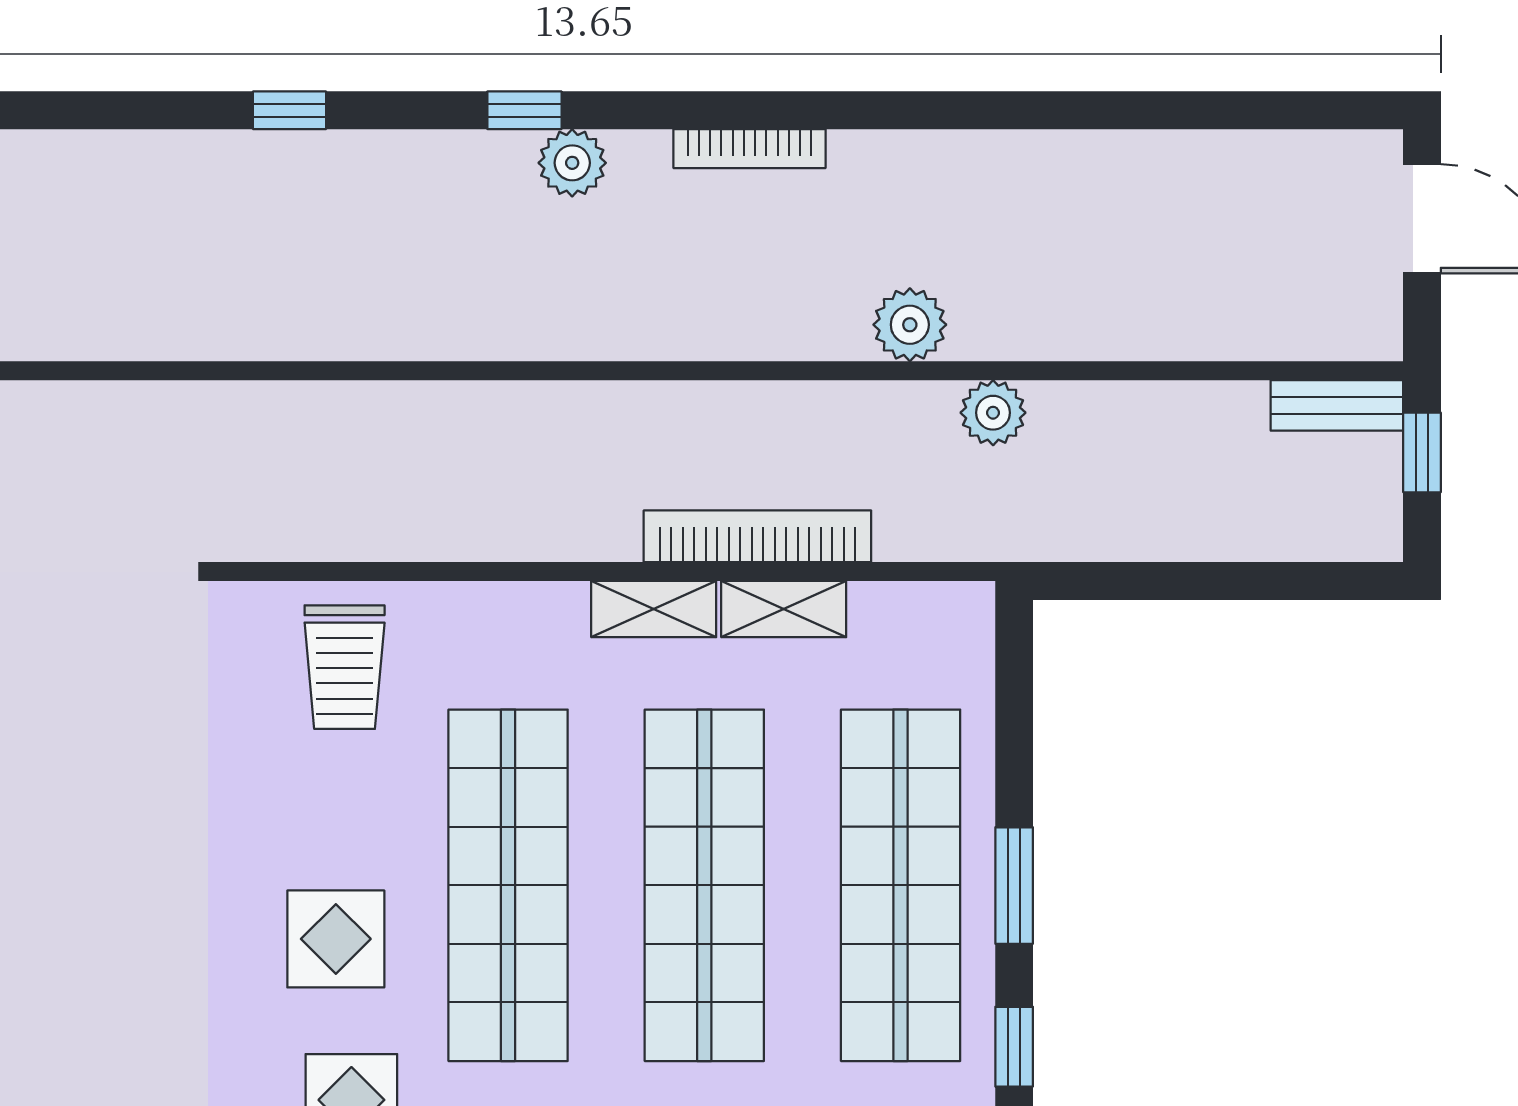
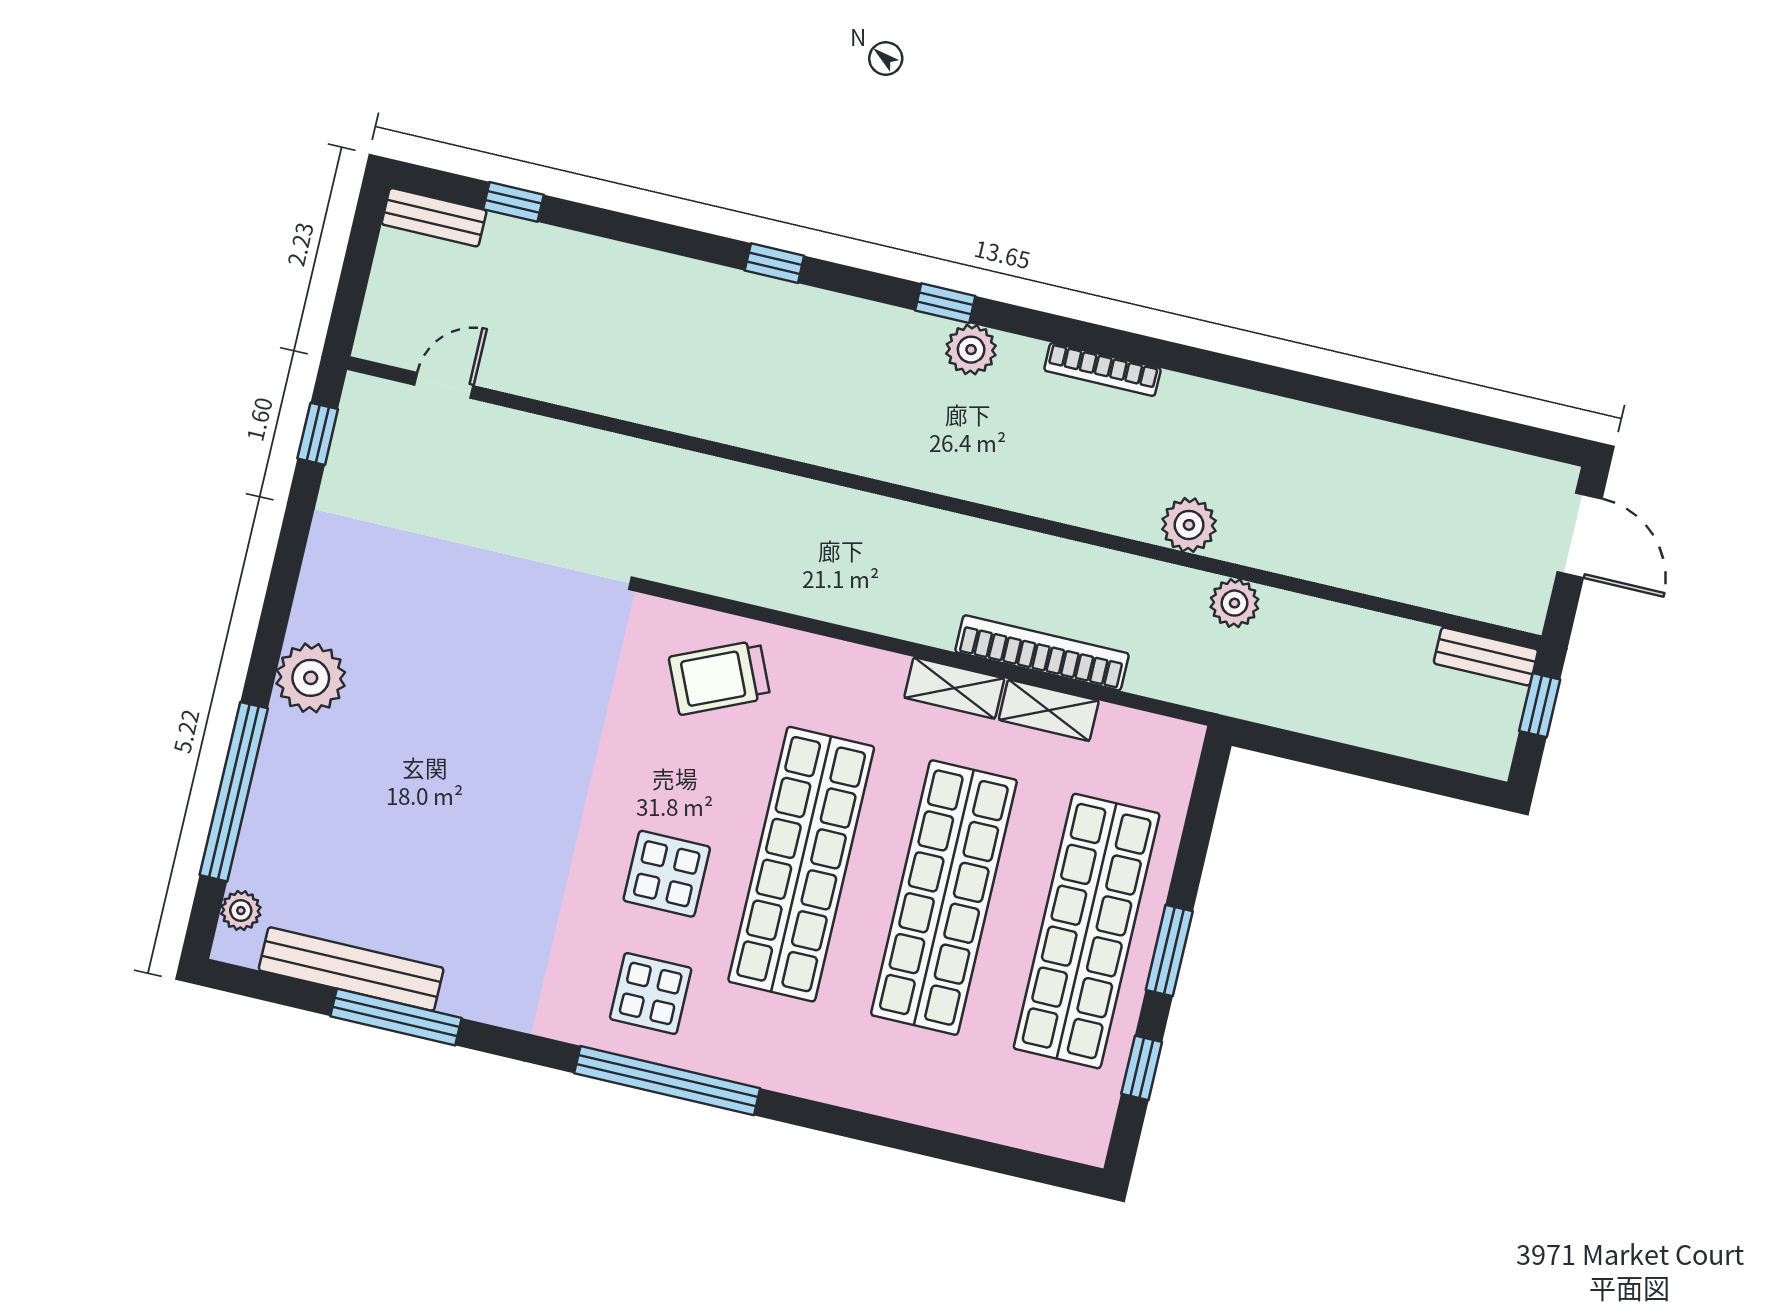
trolley: (345, 667) -> (719, 677), turned 66

